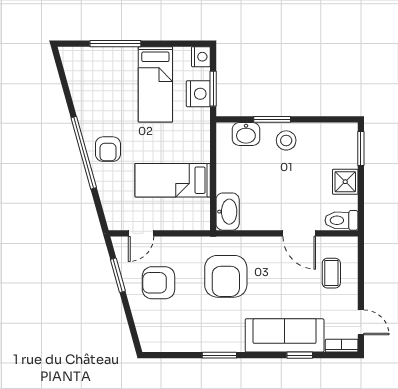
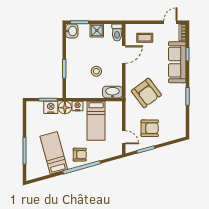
nightstand: (201, 57) -> (78, 106), moved
bed: (155, 84) -> (54, 153), moved, turned -106
floor lamp: (198, 121) -> (65, 108), added
washbasin: (246, 134) -> (72, 31), moved
stool: (286, 140) -> (96, 71), moved
armchair: (226, 276) -> (146, 93), turned 53
armchair: (158, 283) -> (150, 128), turned -90

